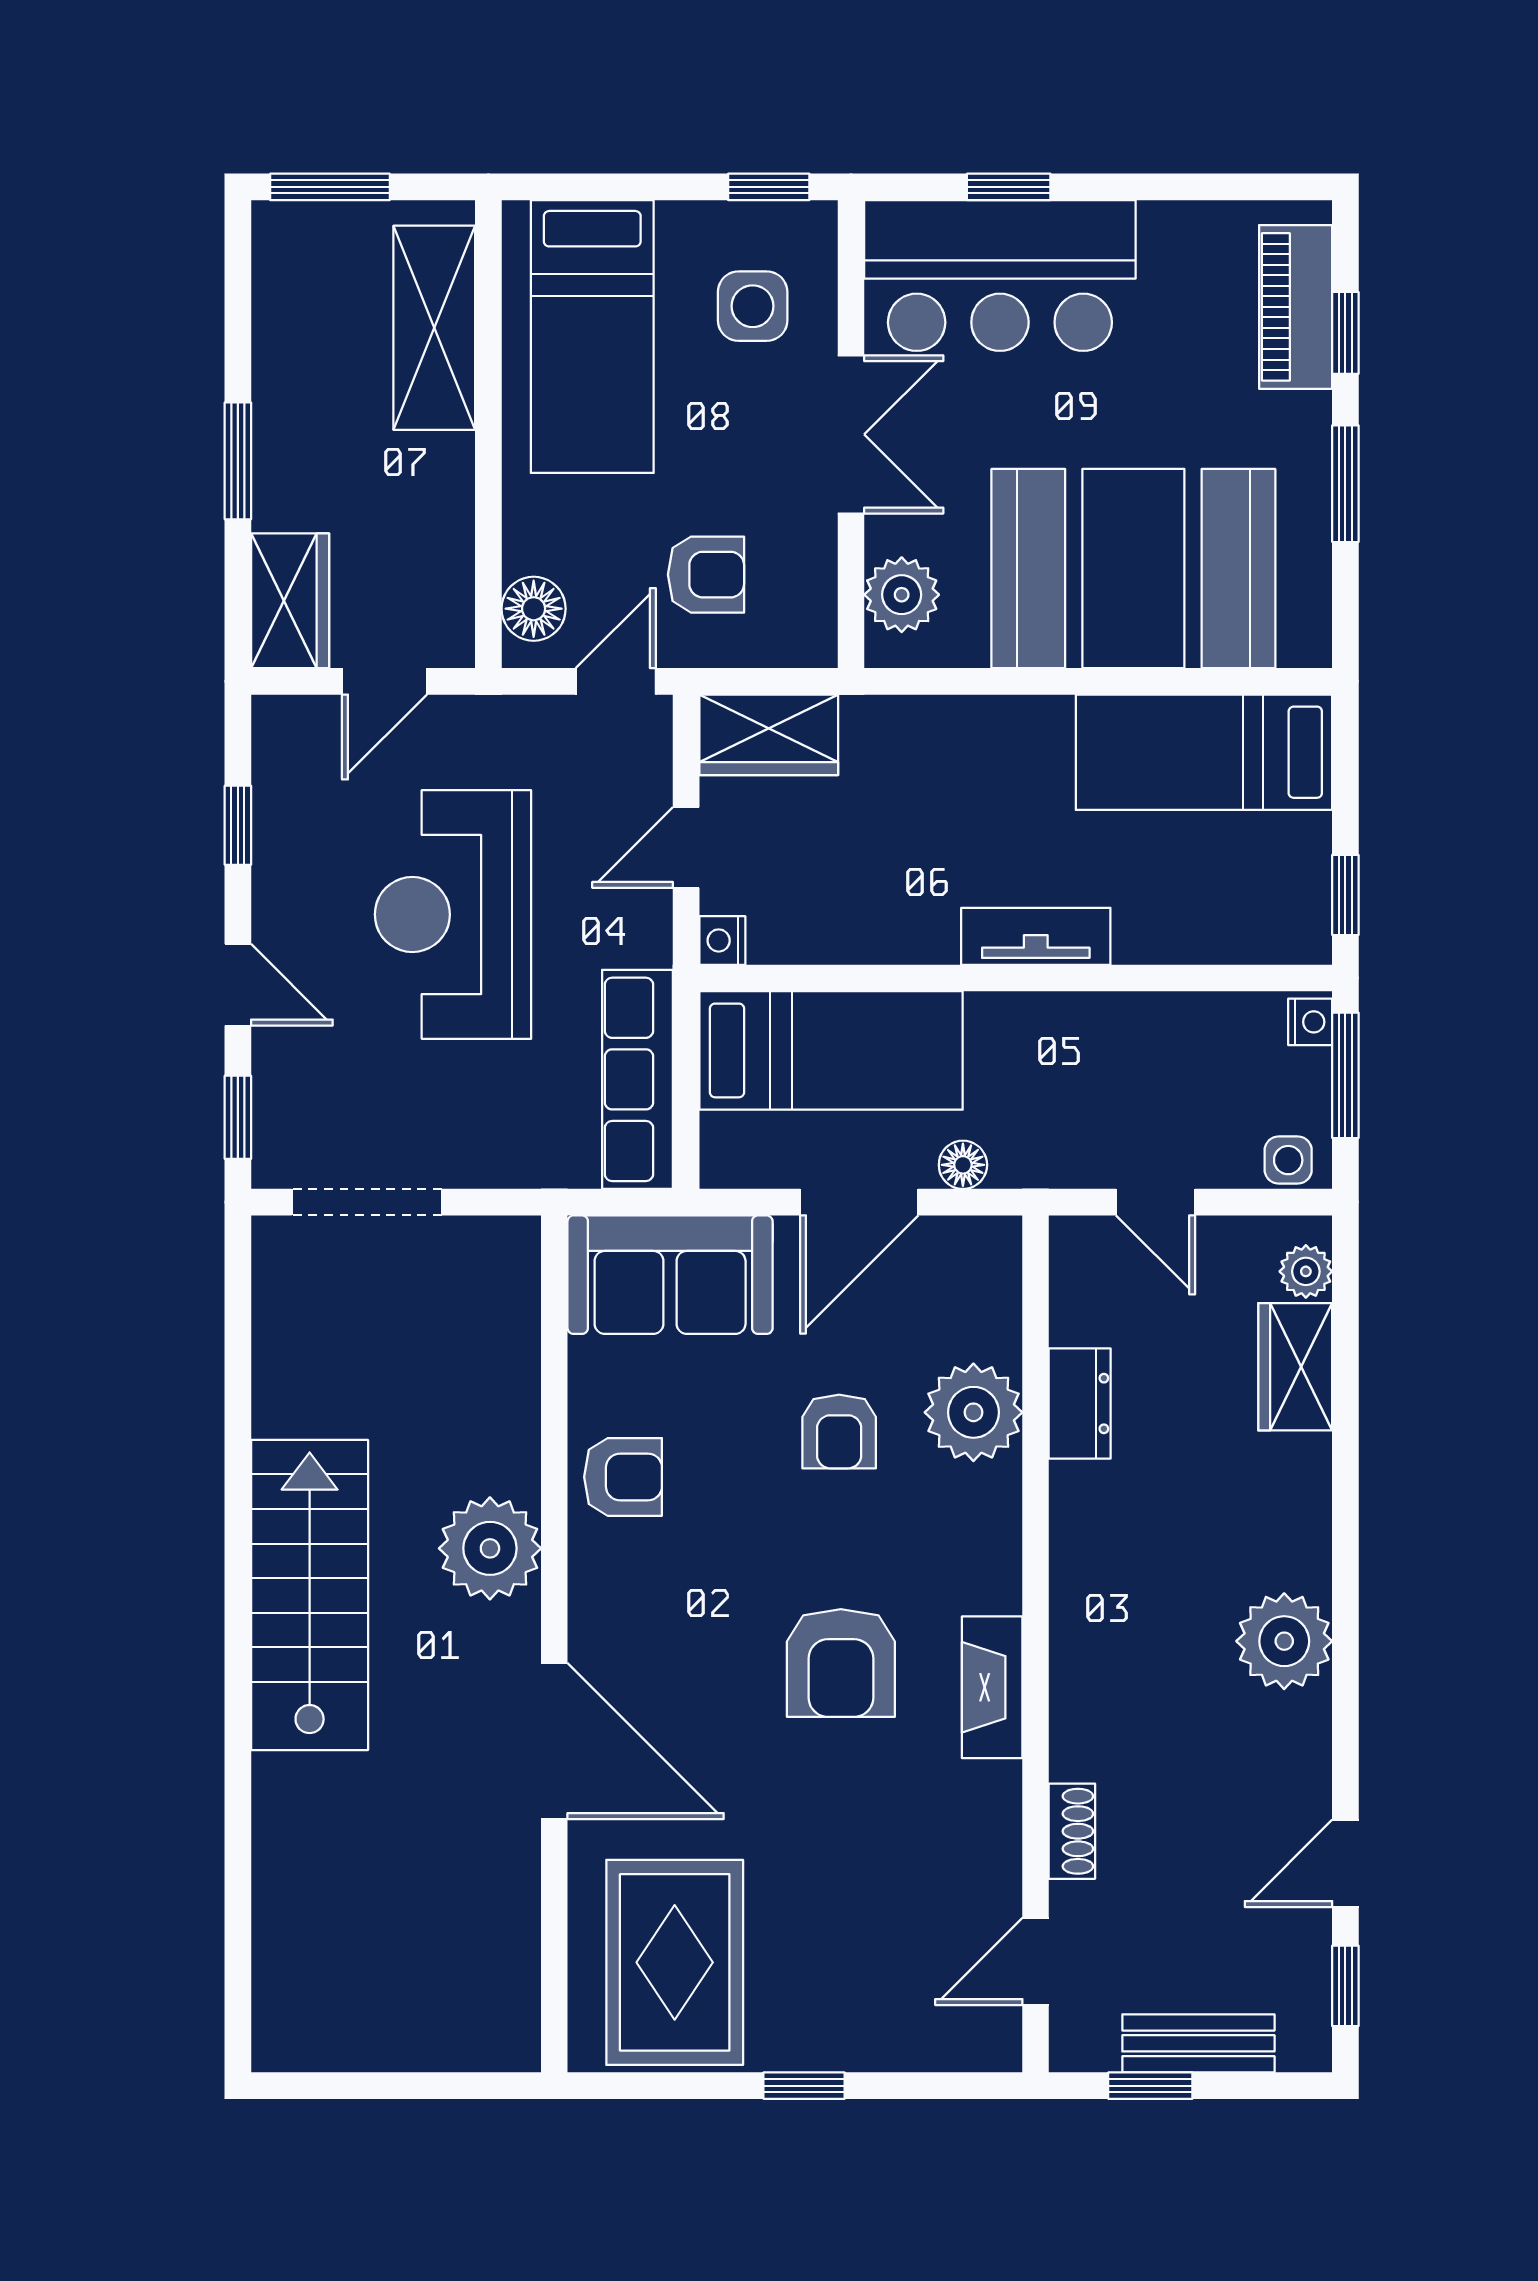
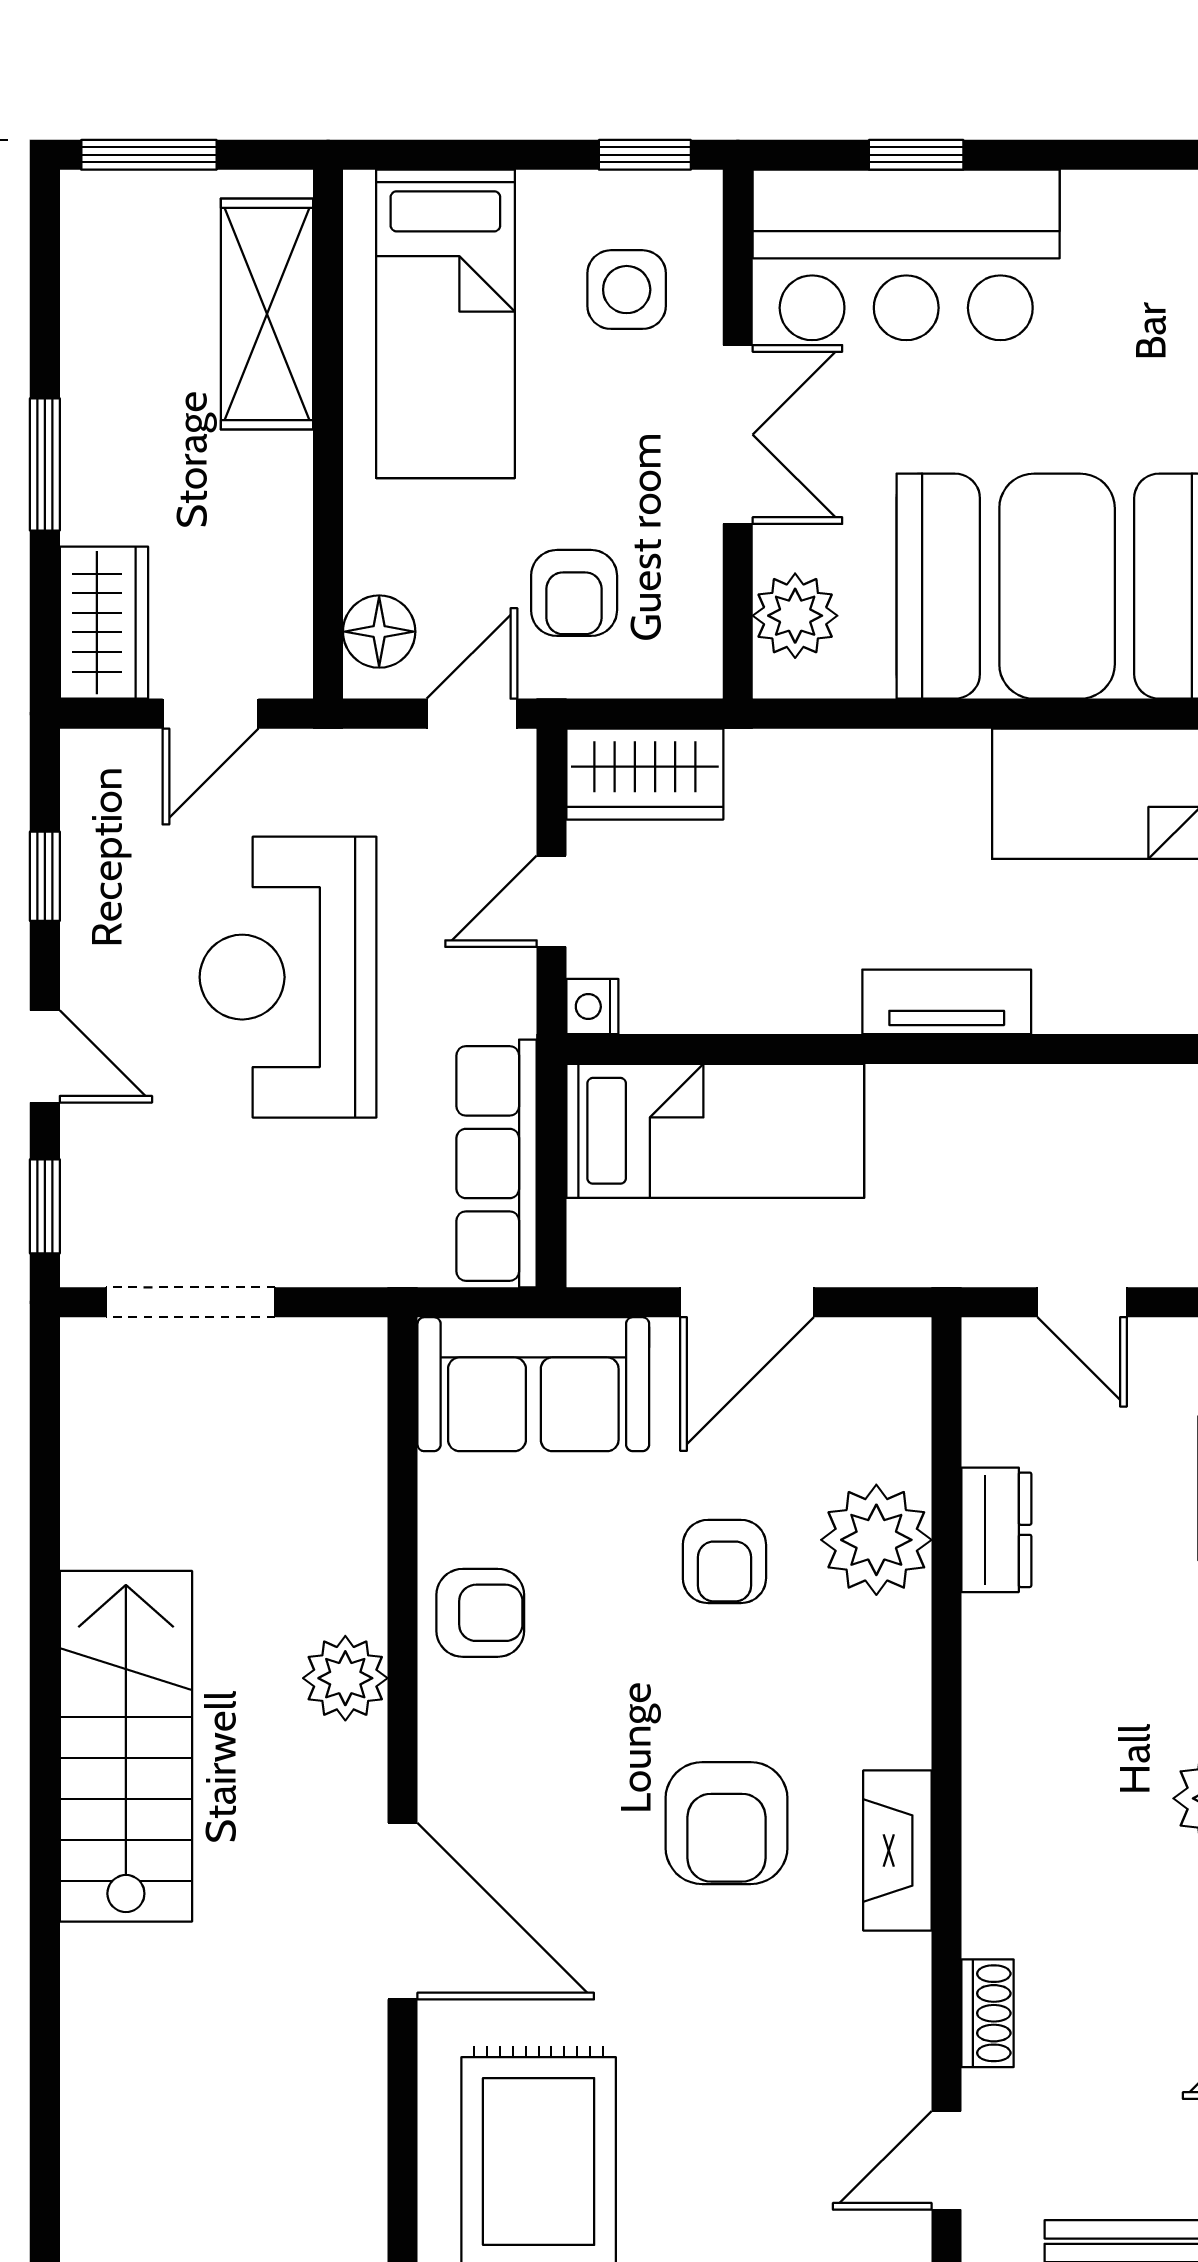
armchair: (706, 575) -> (574, 593), turned 90
floor lamp: (963, 1165) -> (864, 1260), removed
plant: (490, 1548) -> (345, 1678), width x0.73, depth x0.73

